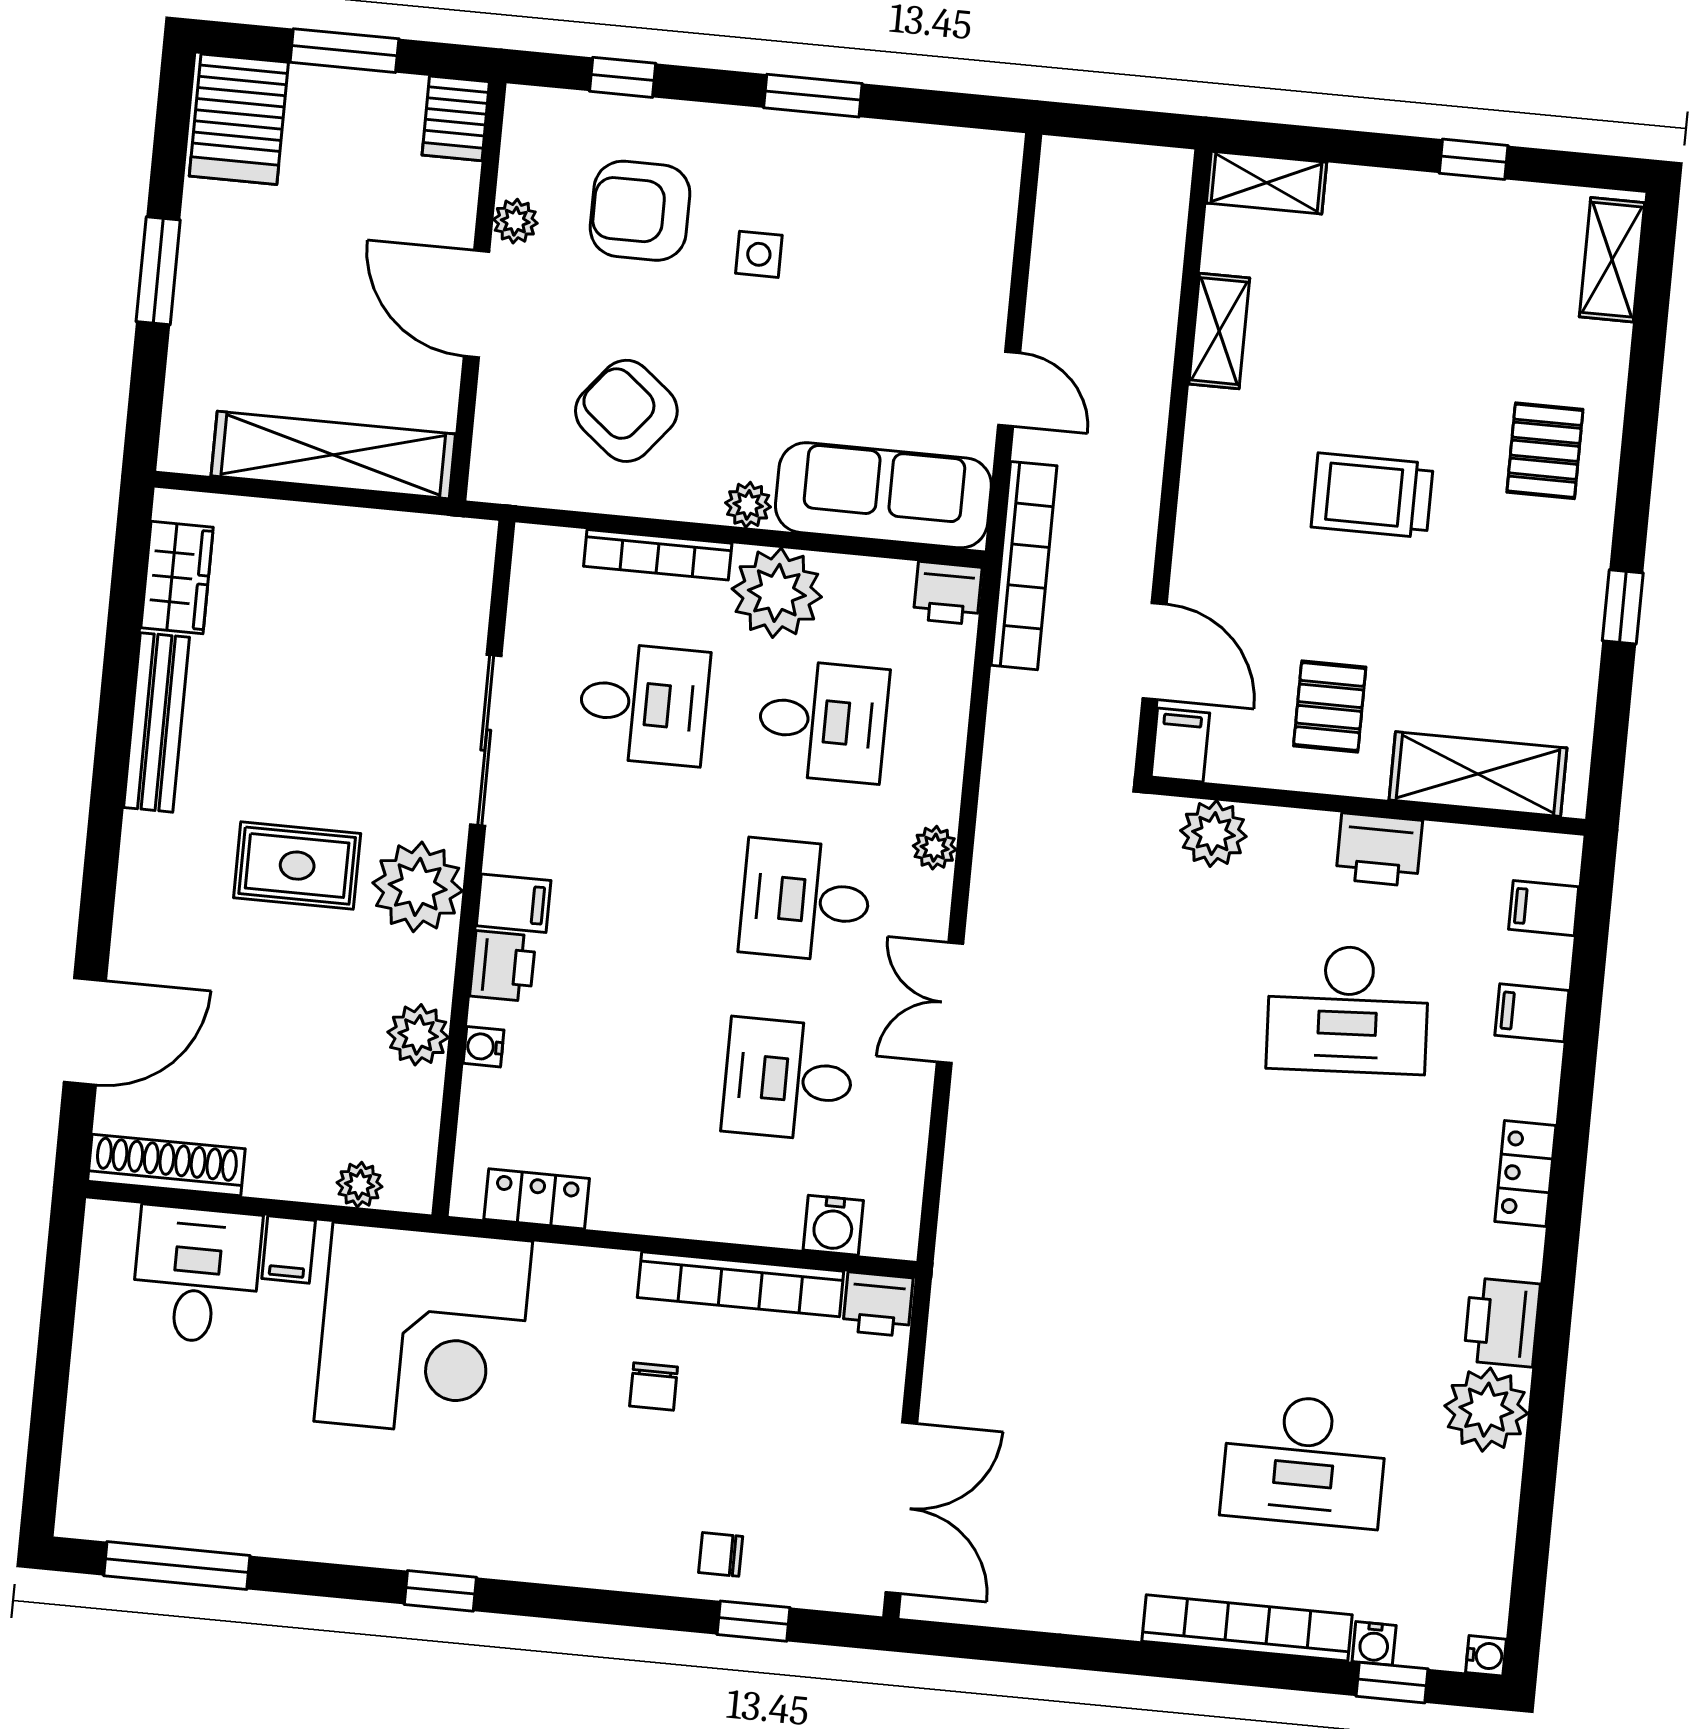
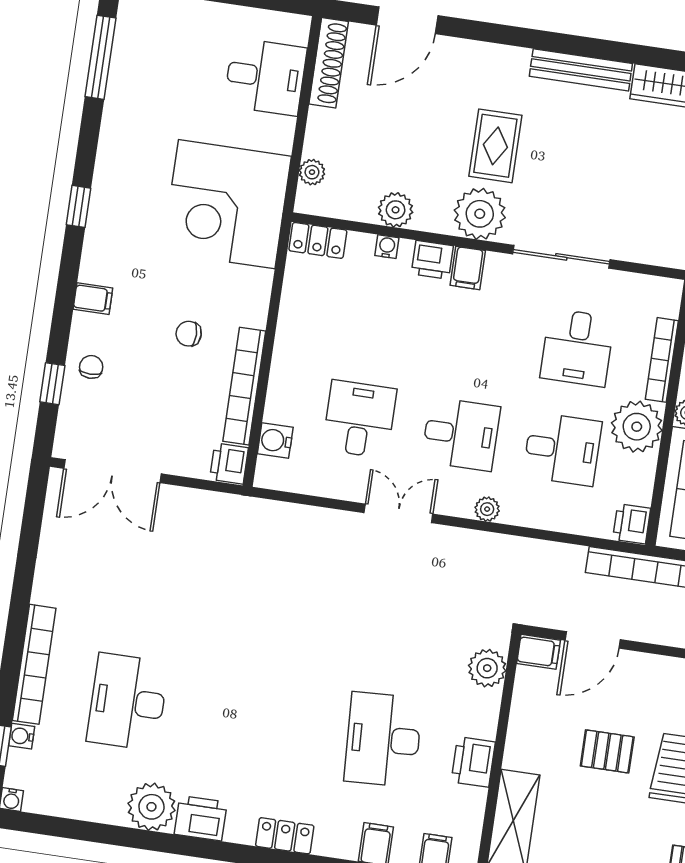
pallet: (1330, 706) -> (607, 751), moved
desk: (823, 721) -> (562, 449), turned -90
desk: (805, 900) -> (461, 434), turned 90
door: (85, 1031) -> (407, 20), hinge flipped
locker: (537, 1199) -> (318, 240), moved, turned 90
filing cabinet: (289, 1250) -> (93, 299), moved, turned 180

